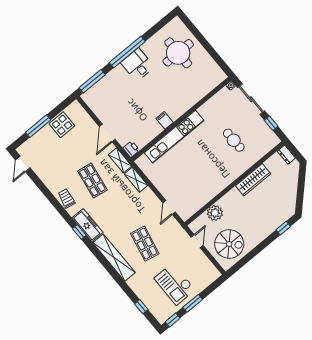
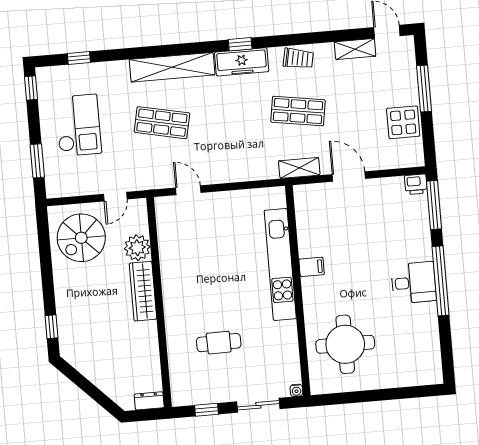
round table: (178, 53) -> (345, 344), moved
sliding door: (251, 99) -> (258, 405), width x0.73
printer: (131, 149) -> (416, 184), moved
shelving: (136, 180) -> (355, 49), moved
wardrobe: (253, 180) -> (143, 291), moved
door: (197, 241) -> (115, 197), hinge flipped
checkout: (175, 284) -> (78, 125), turned 90
window: (193, 303) -> (37, 161), moved

